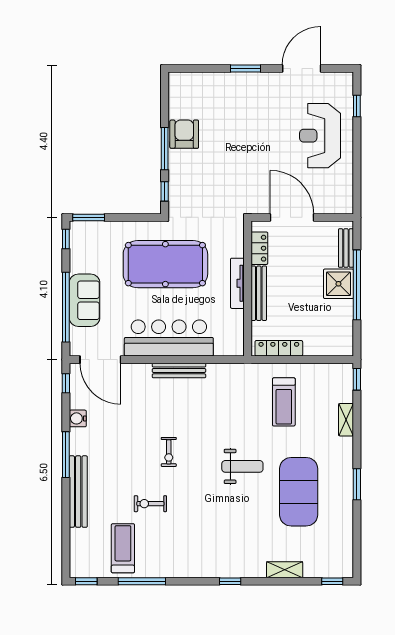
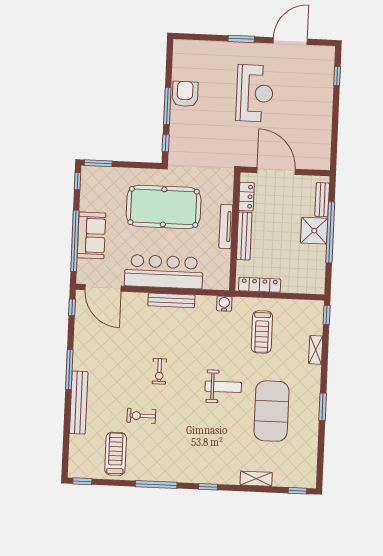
reception desk: (320, 136) -> (255, 93), moved, turned 180
water cooler: (78, 418) -> (224, 304), moved, turned 90
window: (142, 581) -> (156, 484), moved

